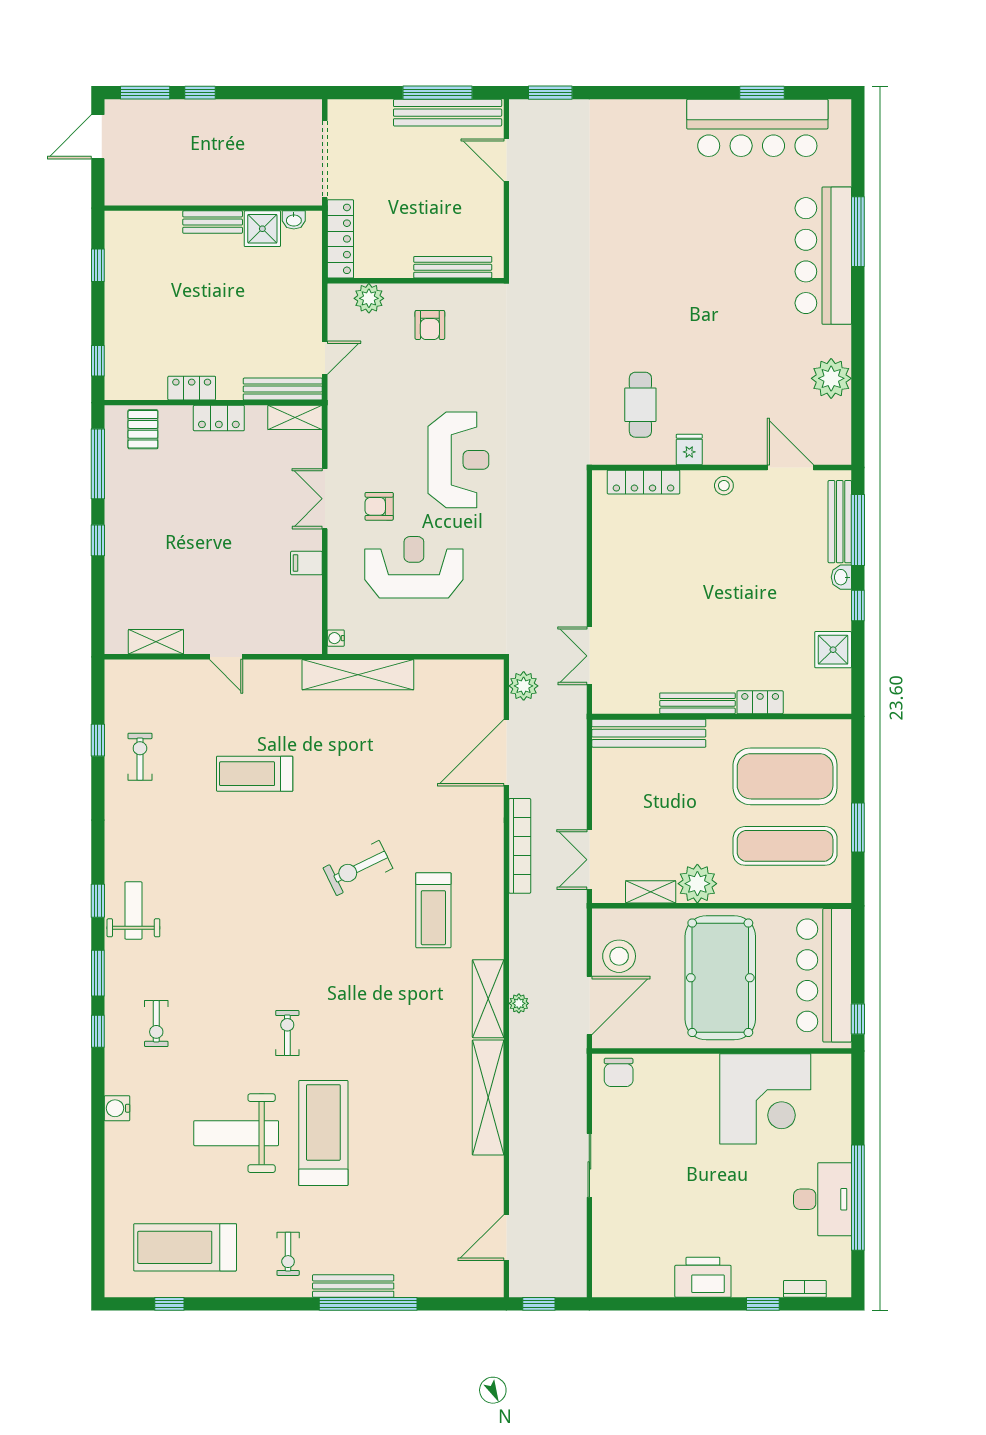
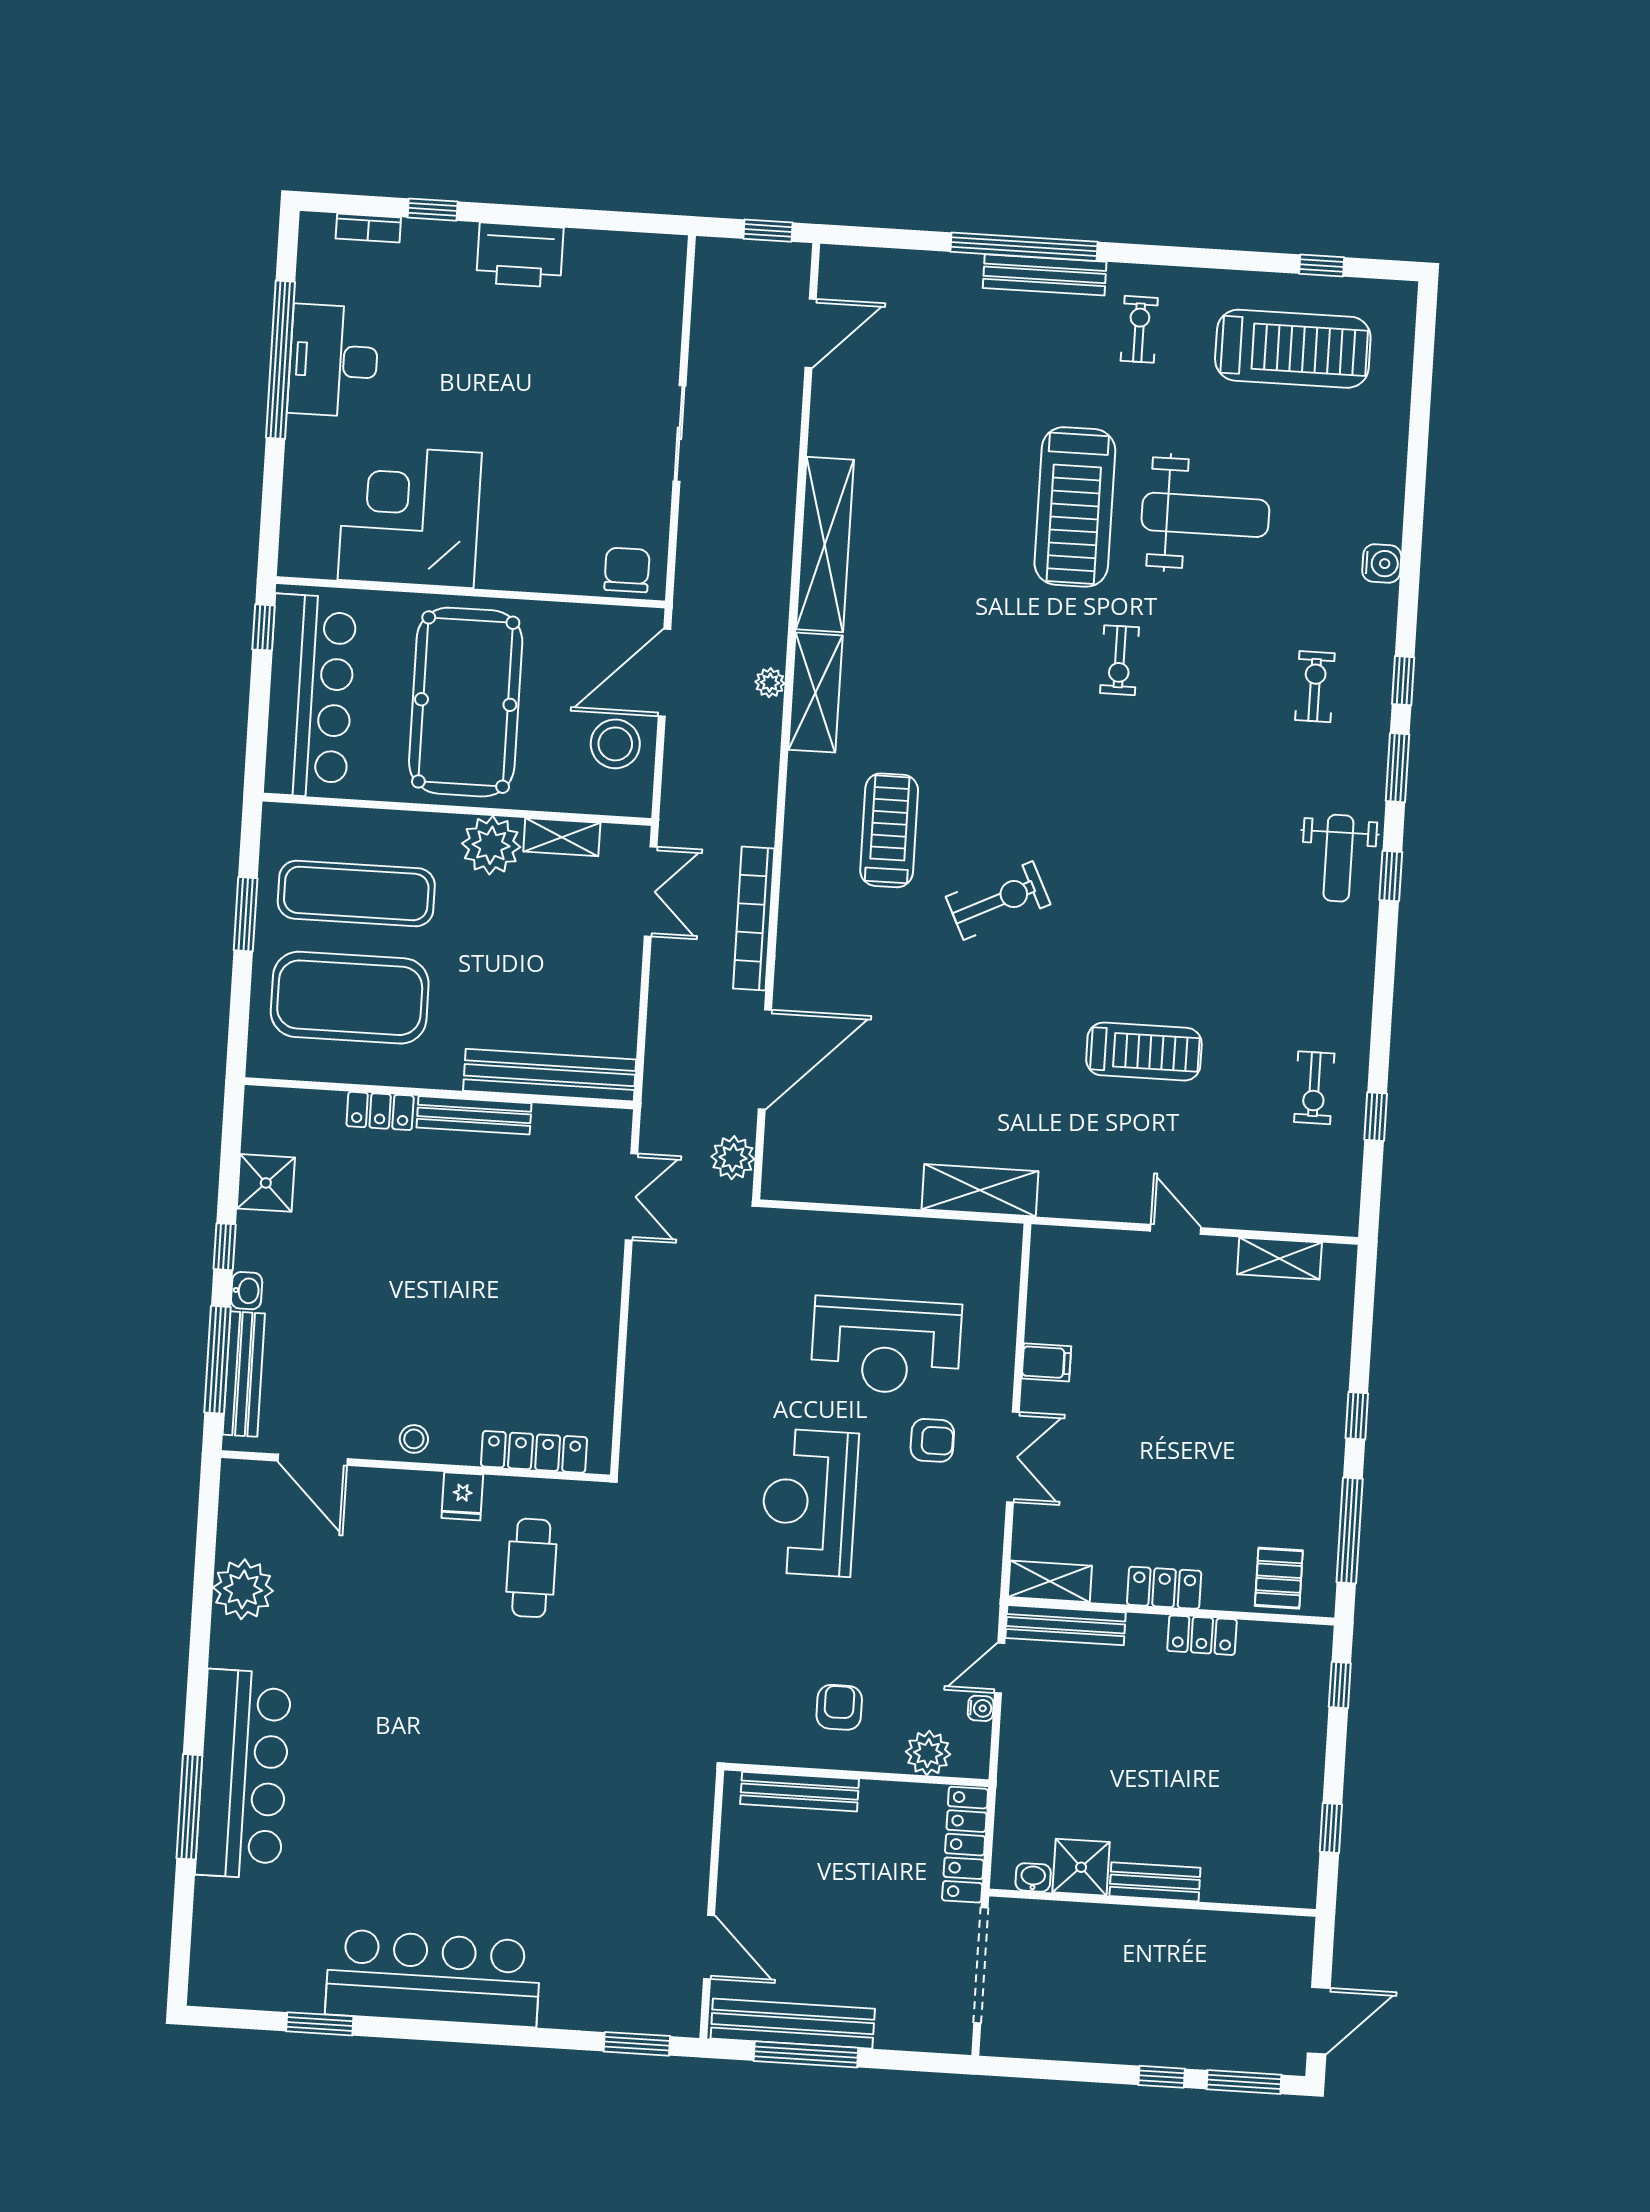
bar counter: (757, 128) -> (433, 1978), moved
water cooler: (336, 638) -> (981, 1708), moved
shelving: (358, 675) -> (980, 1190), width x0.68

